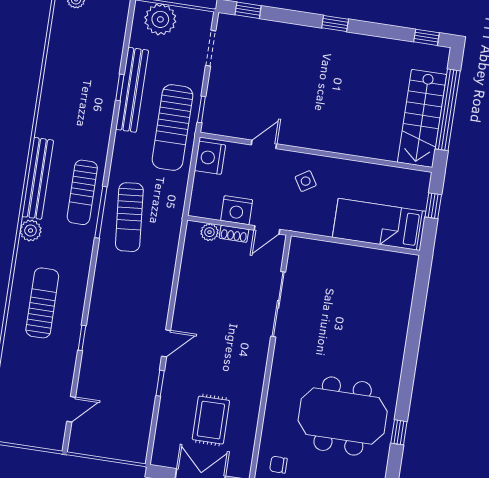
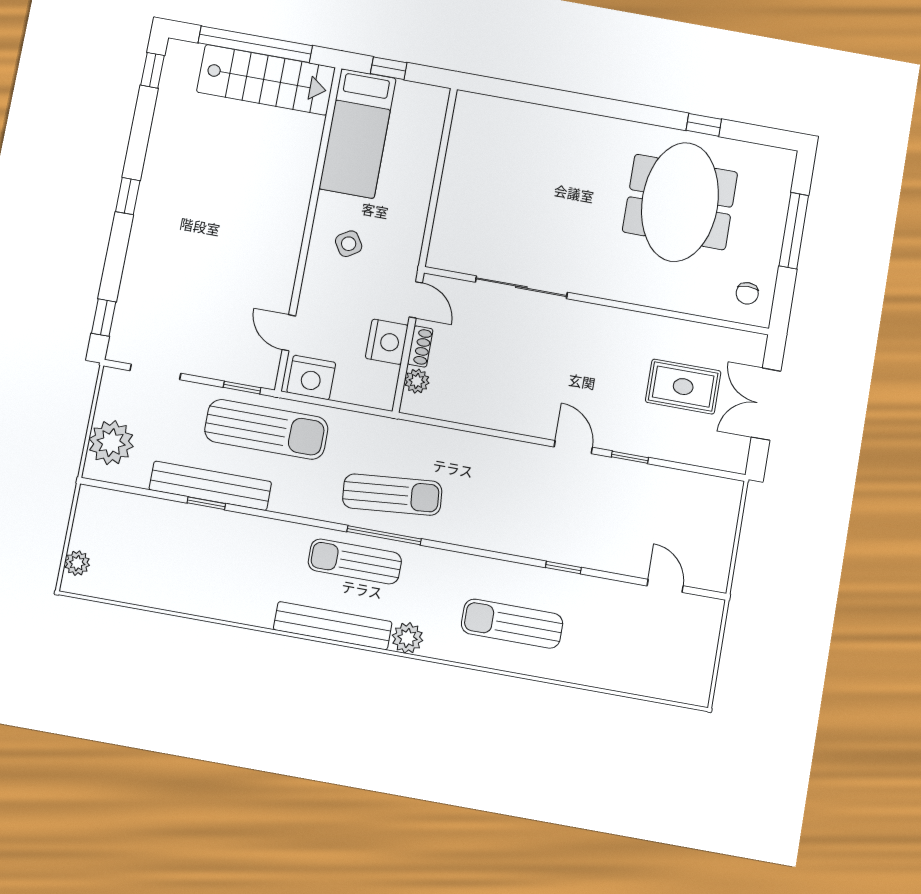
door: (264, 144) -> (289, 333), moved
sun lounger: (82, 192) -> (355, 562), turned 180
bed: (379, 224) -> (358, 133), moved

